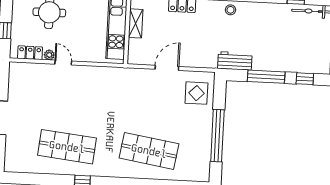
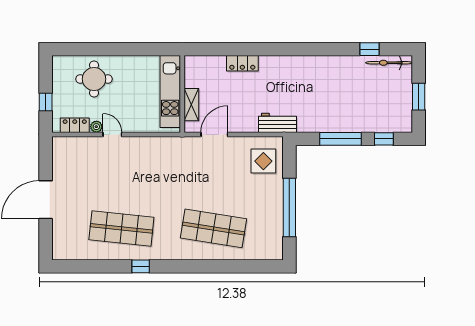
stool: (231, 10) -> (297, 66), removed
shelving: (136, 23) -> (191, 105), moved
workbench: (235, 61) -> (278, 123), moved
door: (167, 68) -> (214, 134), moved

